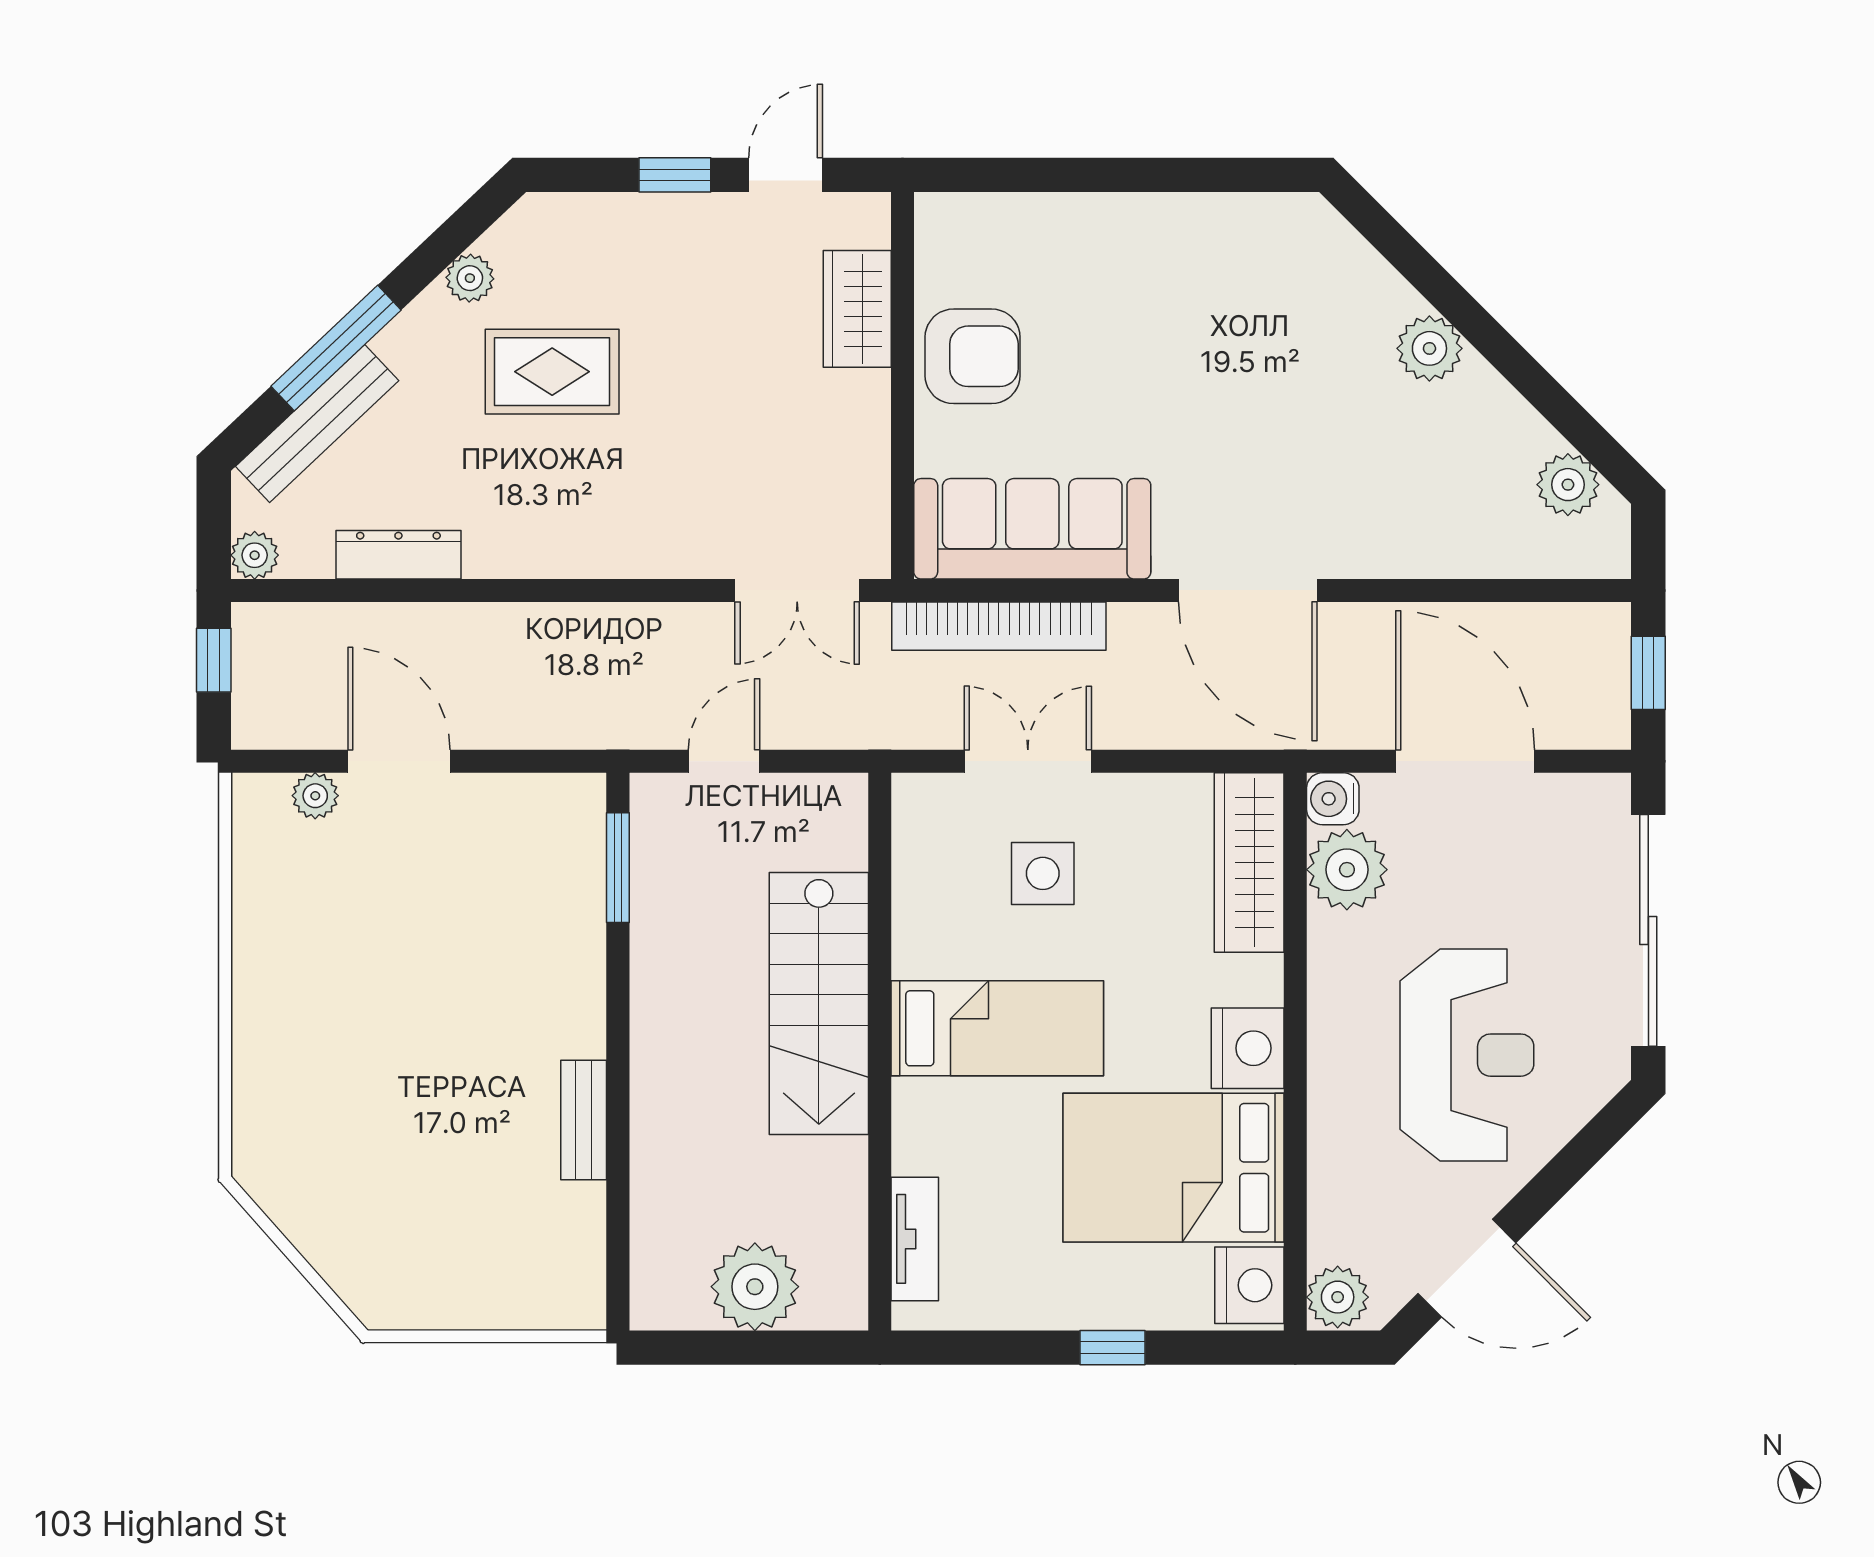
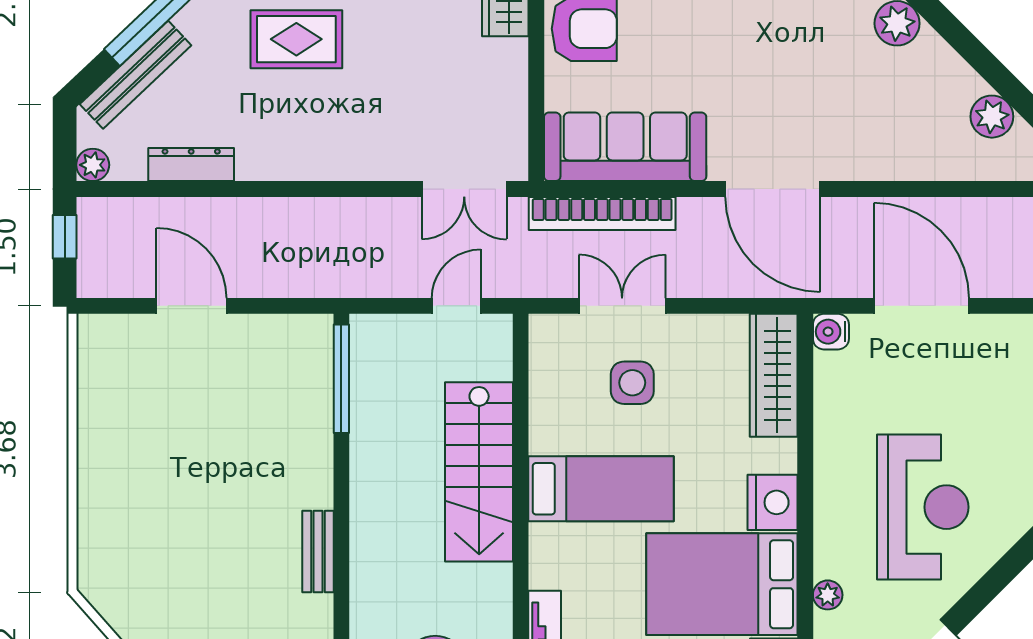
door: (724, 761) -> (456, 306), moved
plant: (315, 796) -> (134, 330), removed
window: (618, 868) -> (341, 379), width x1.44
plant: (1347, 870) -> (828, 595), moved, width x0.53, depth x0.53

